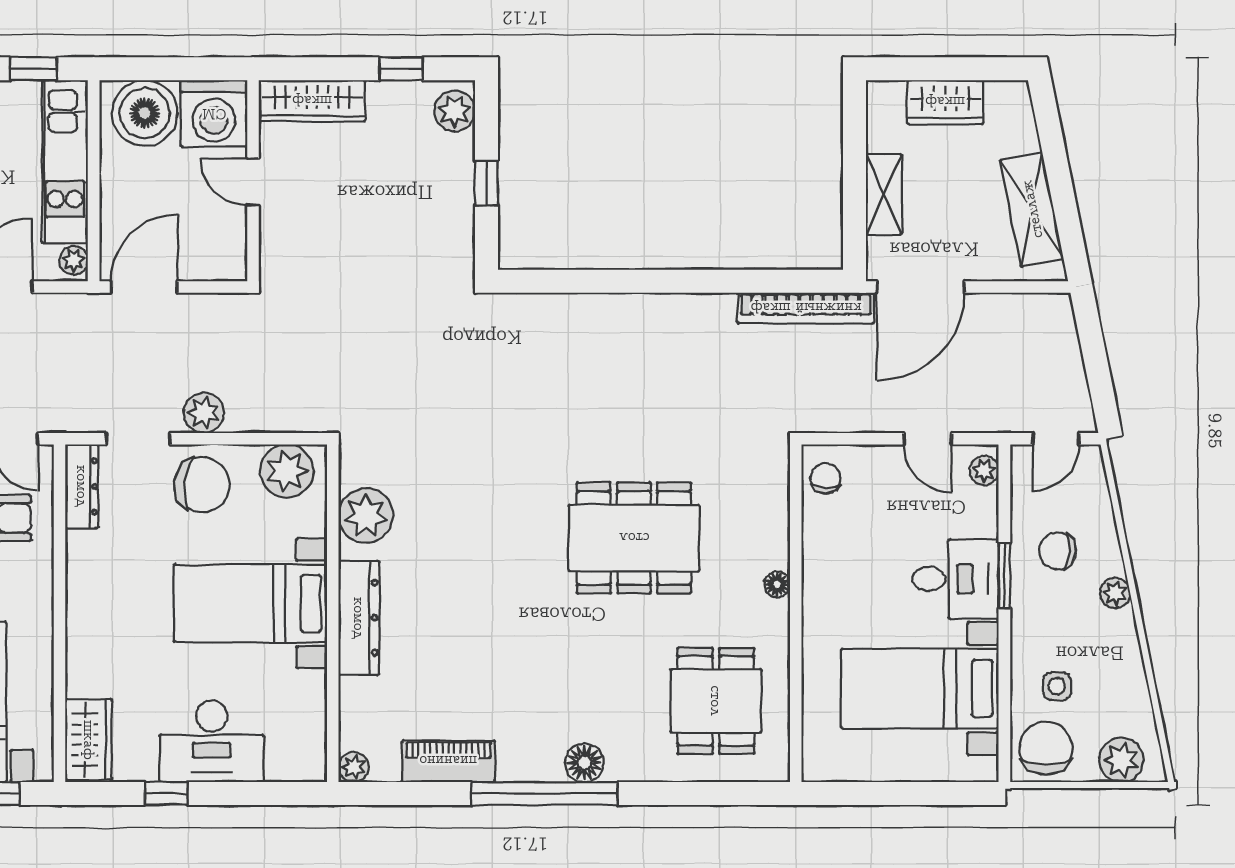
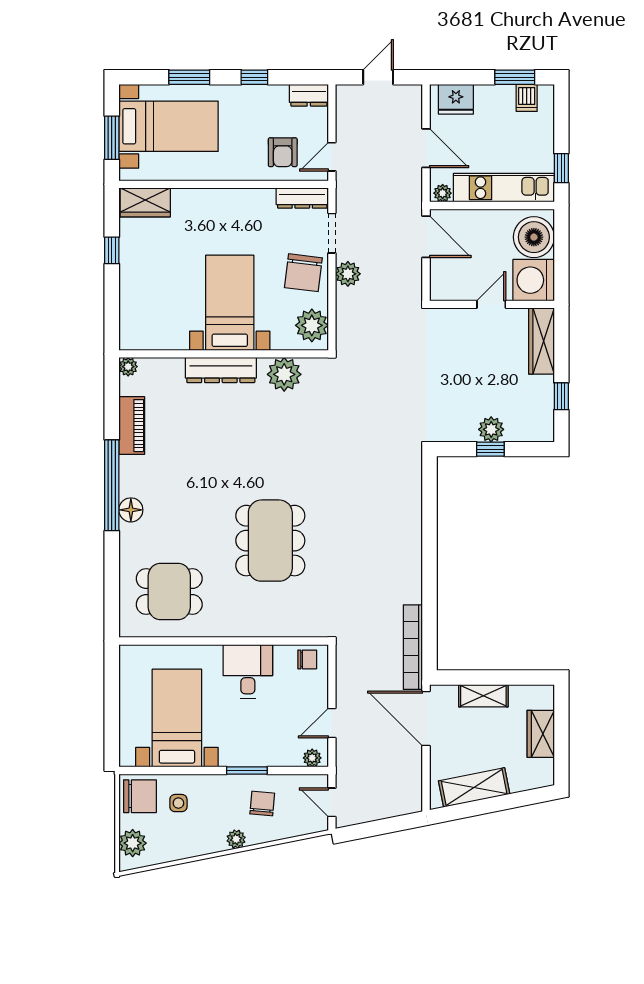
plant: (455, 111) -> (491, 429), moved
desk: (956, 579) -> (248, 671), moved, turned 180
floor lamp: (777, 584) -> (242, 629), removed
desk: (212, 741) -> (144, 279), removed

